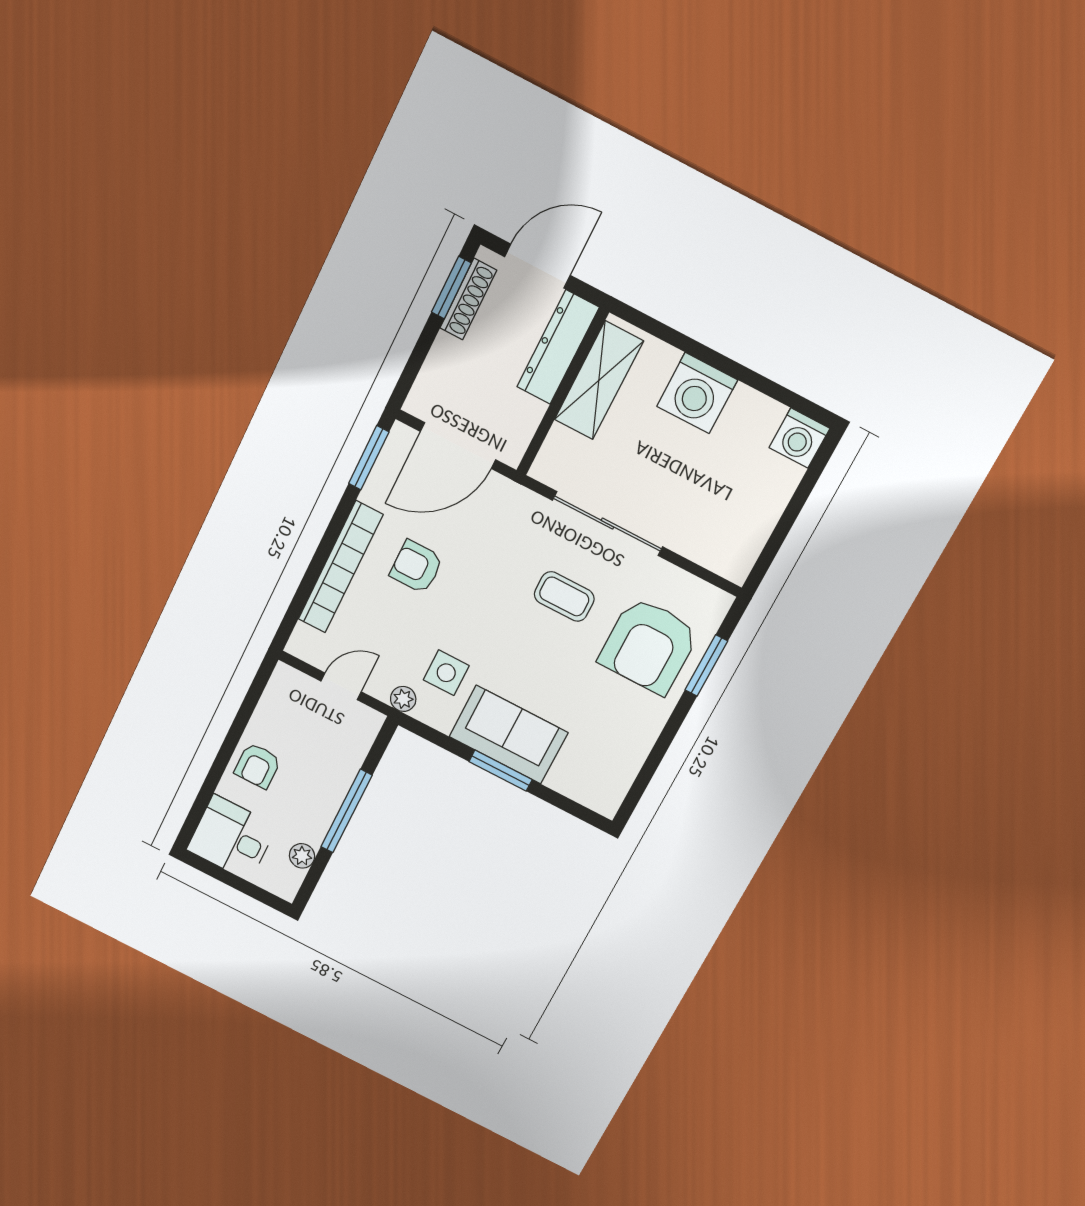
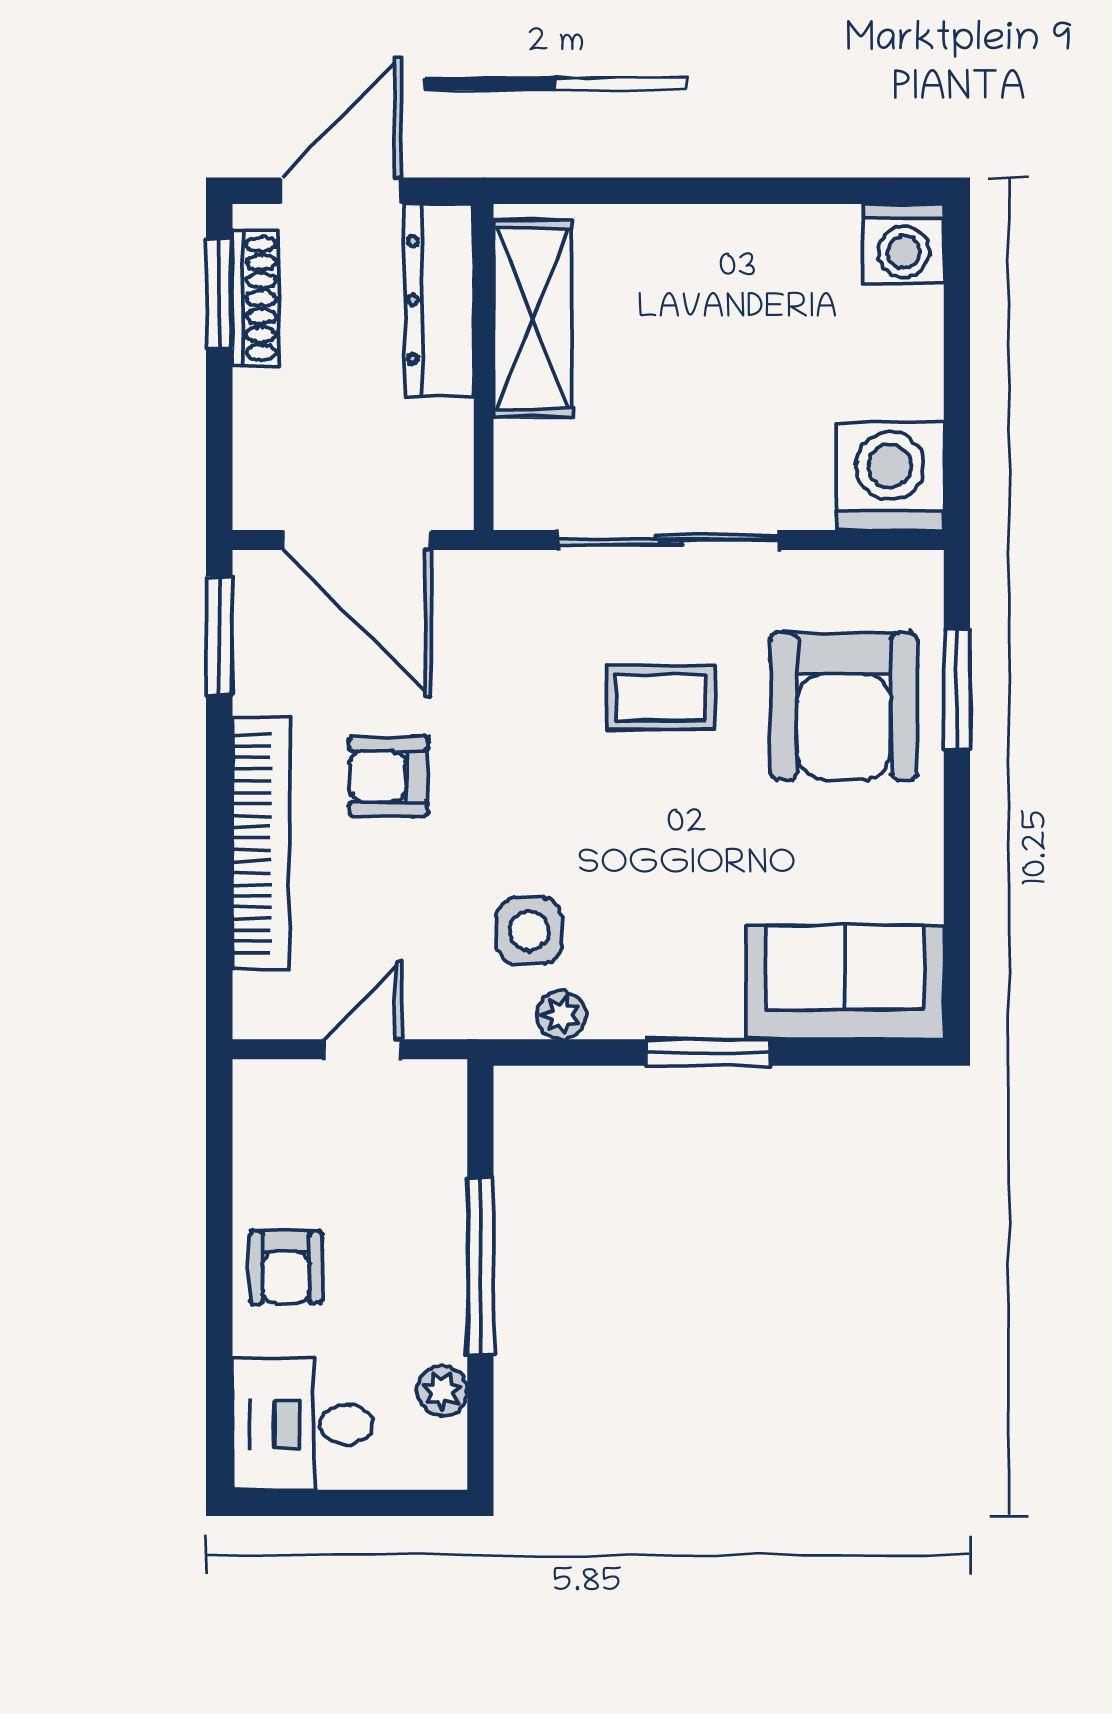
washing machine: (697, 393) -> (890, 476), moved, turned 180
door: (458, 446) -> (357, 540), hinge flipped
plant: (403, 699) -> (561, 1015), moved
sofa: (509, 735) -> (845, 982), moved

